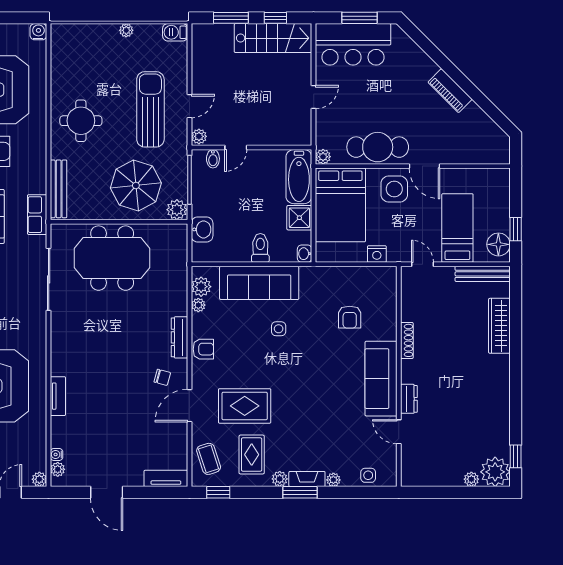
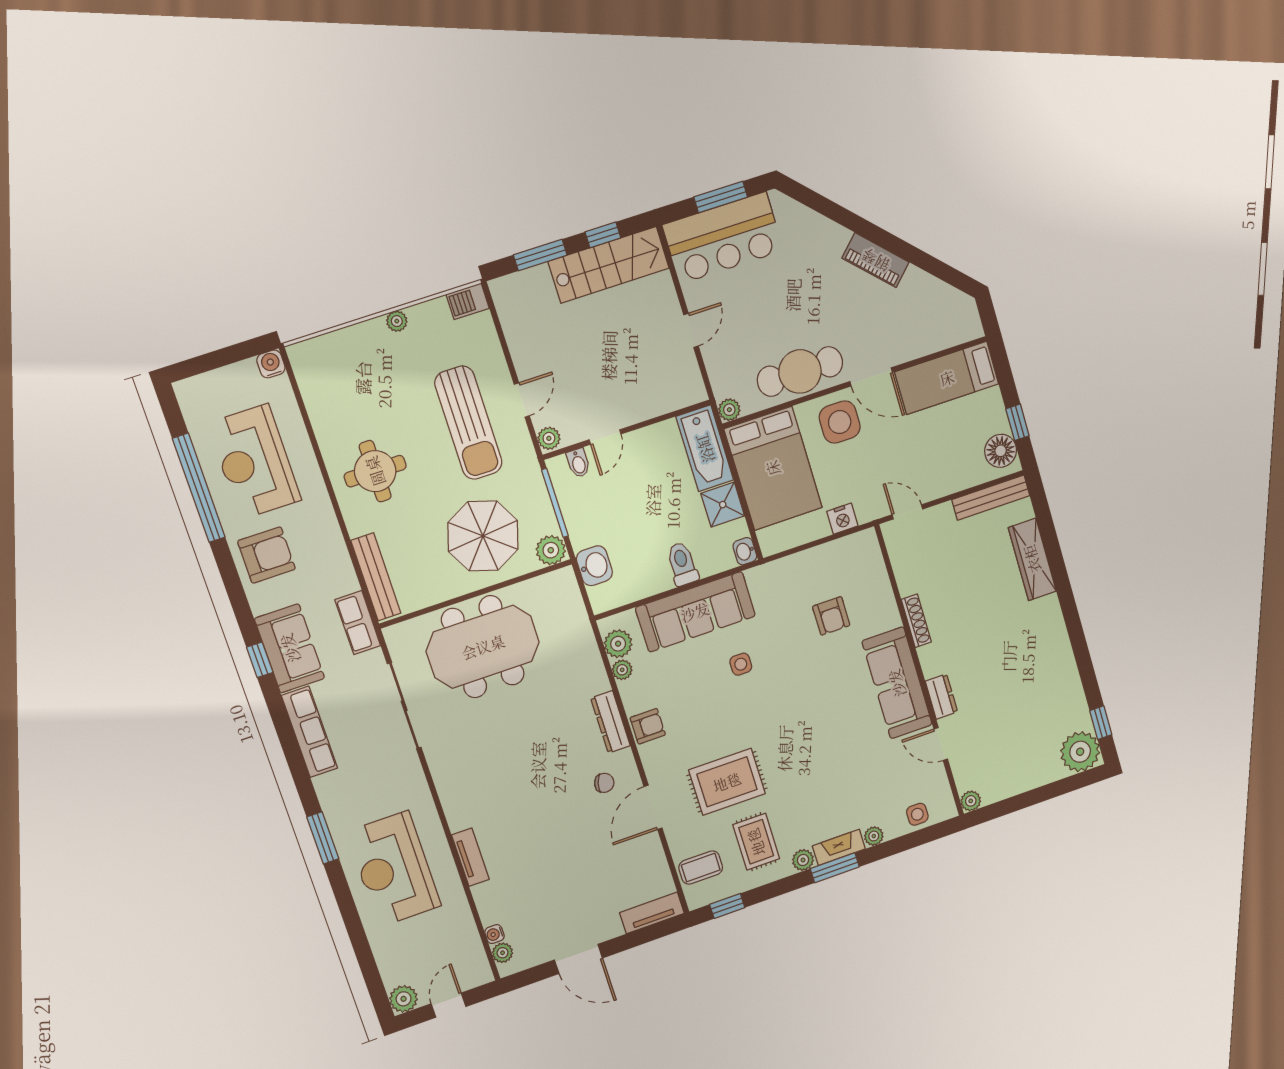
sun lounger: (150, 109) -> (468, 423), turned 180
bed: (457, 228) -> (947, 378), moved, turned -90
coffee table: (209, 459) -> (701, 868), turned -72
plant: (39, 479) -> (482, 974), removed
plant: (471, 479) -> (971, 801), moved

